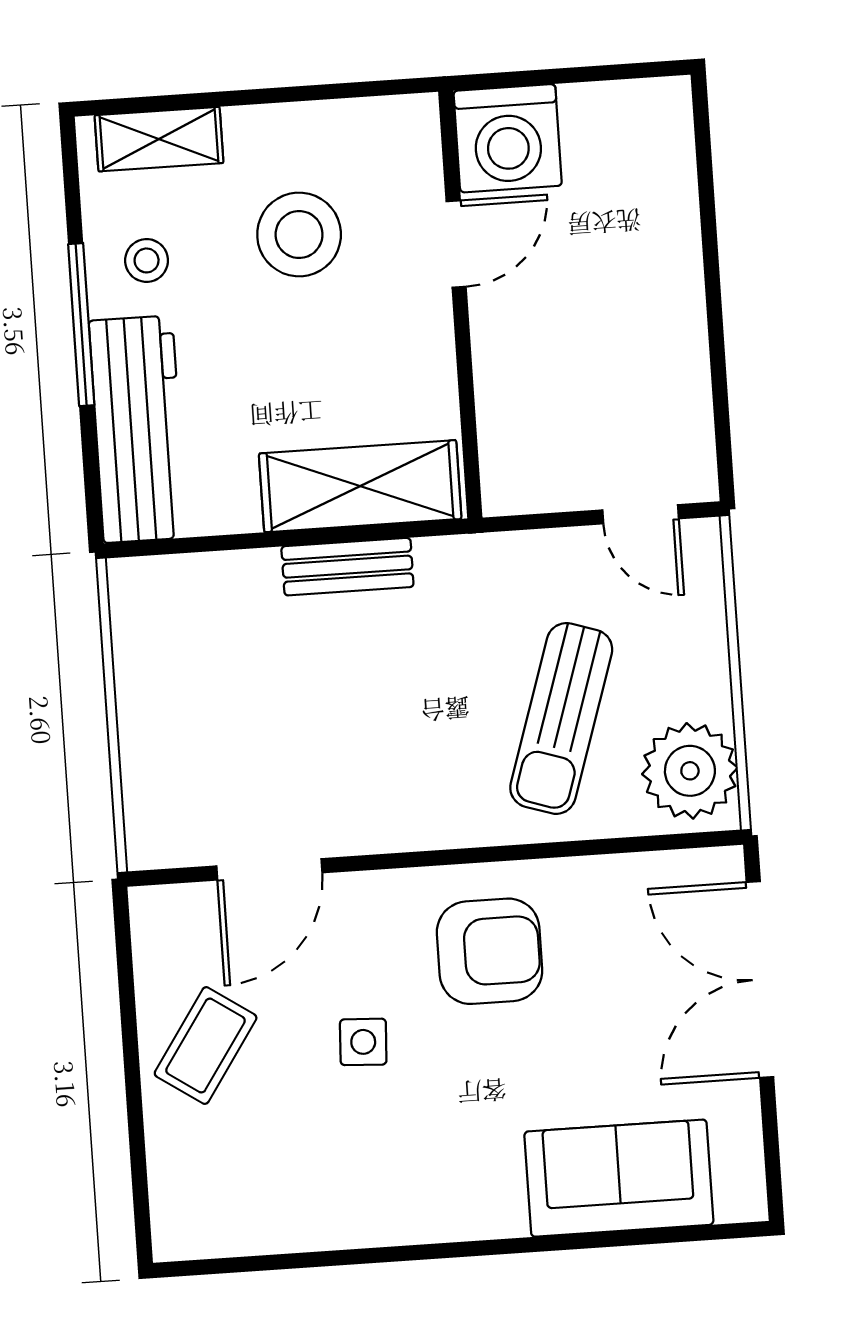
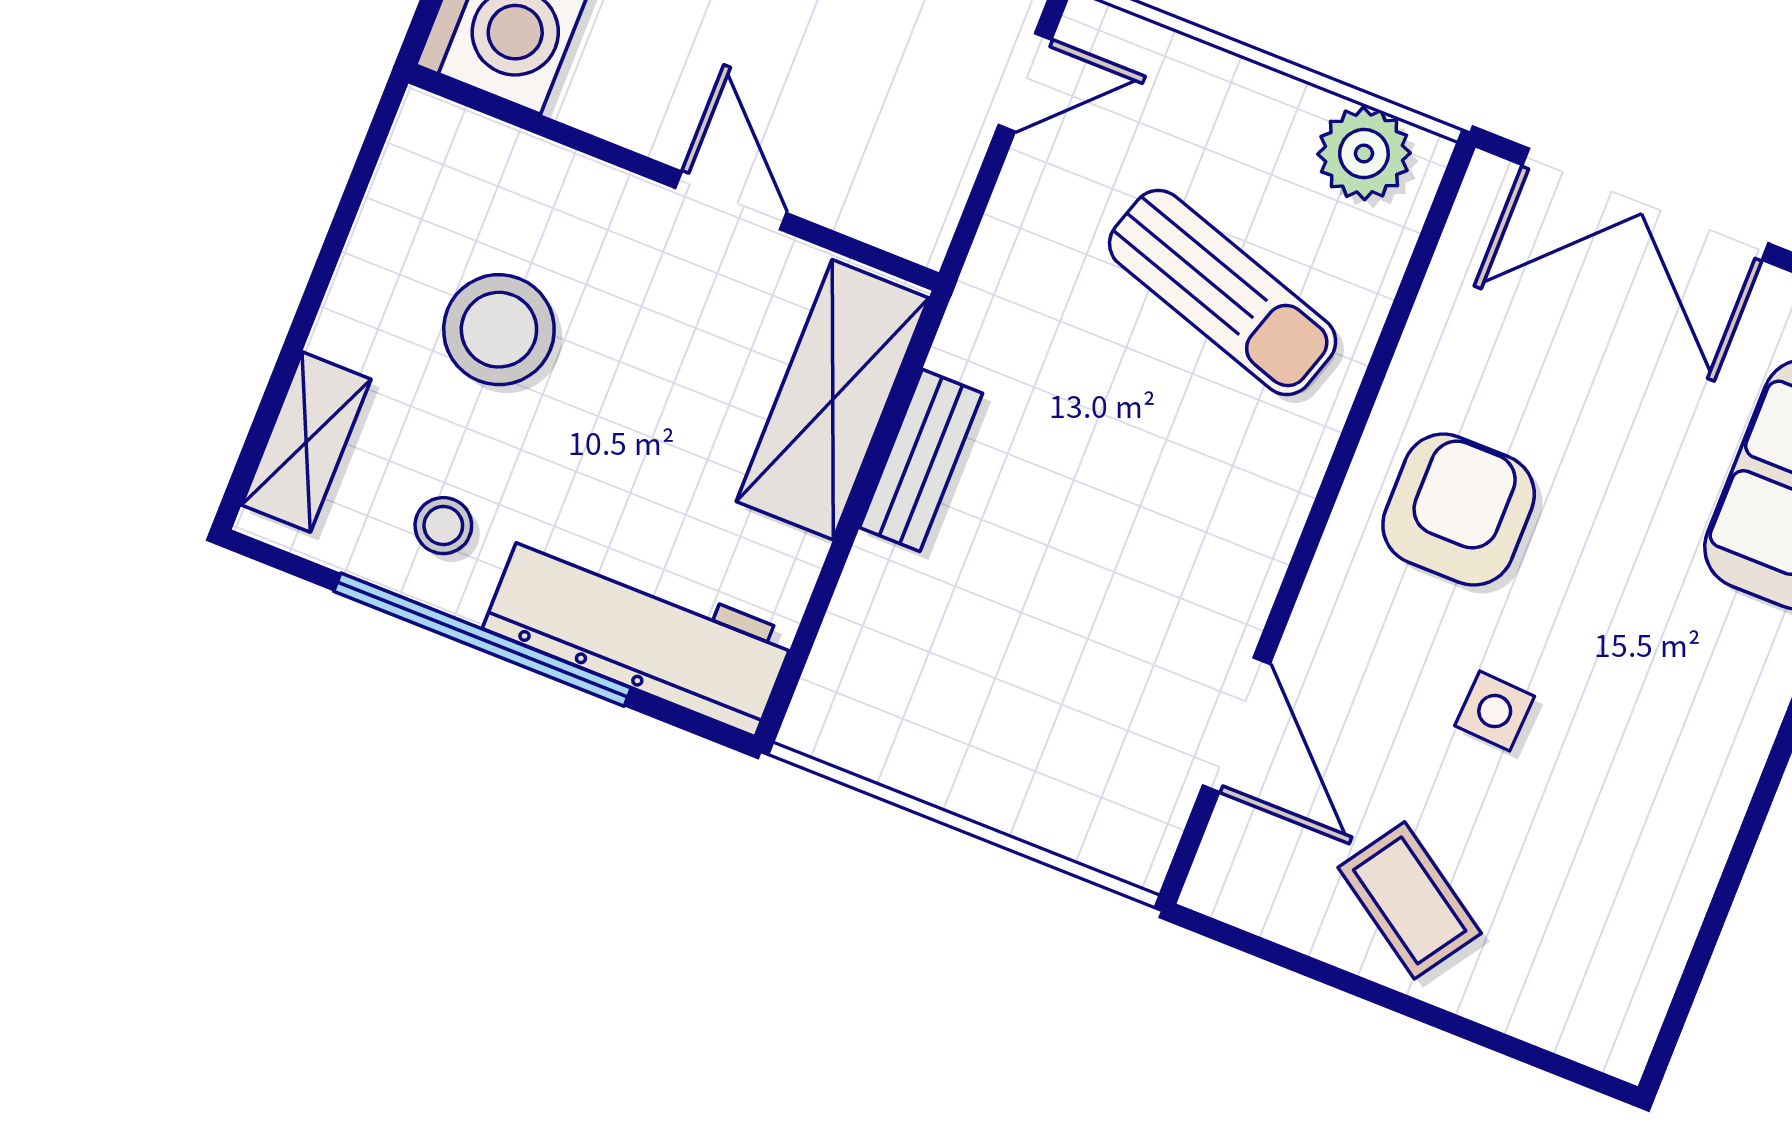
door: (456, 244) -> (731, 201), moved
window: (81, 325) -> (483, 640), width x1.46
plant: (690, 771) -> (1364, 153), width x0.73, depth x0.73

